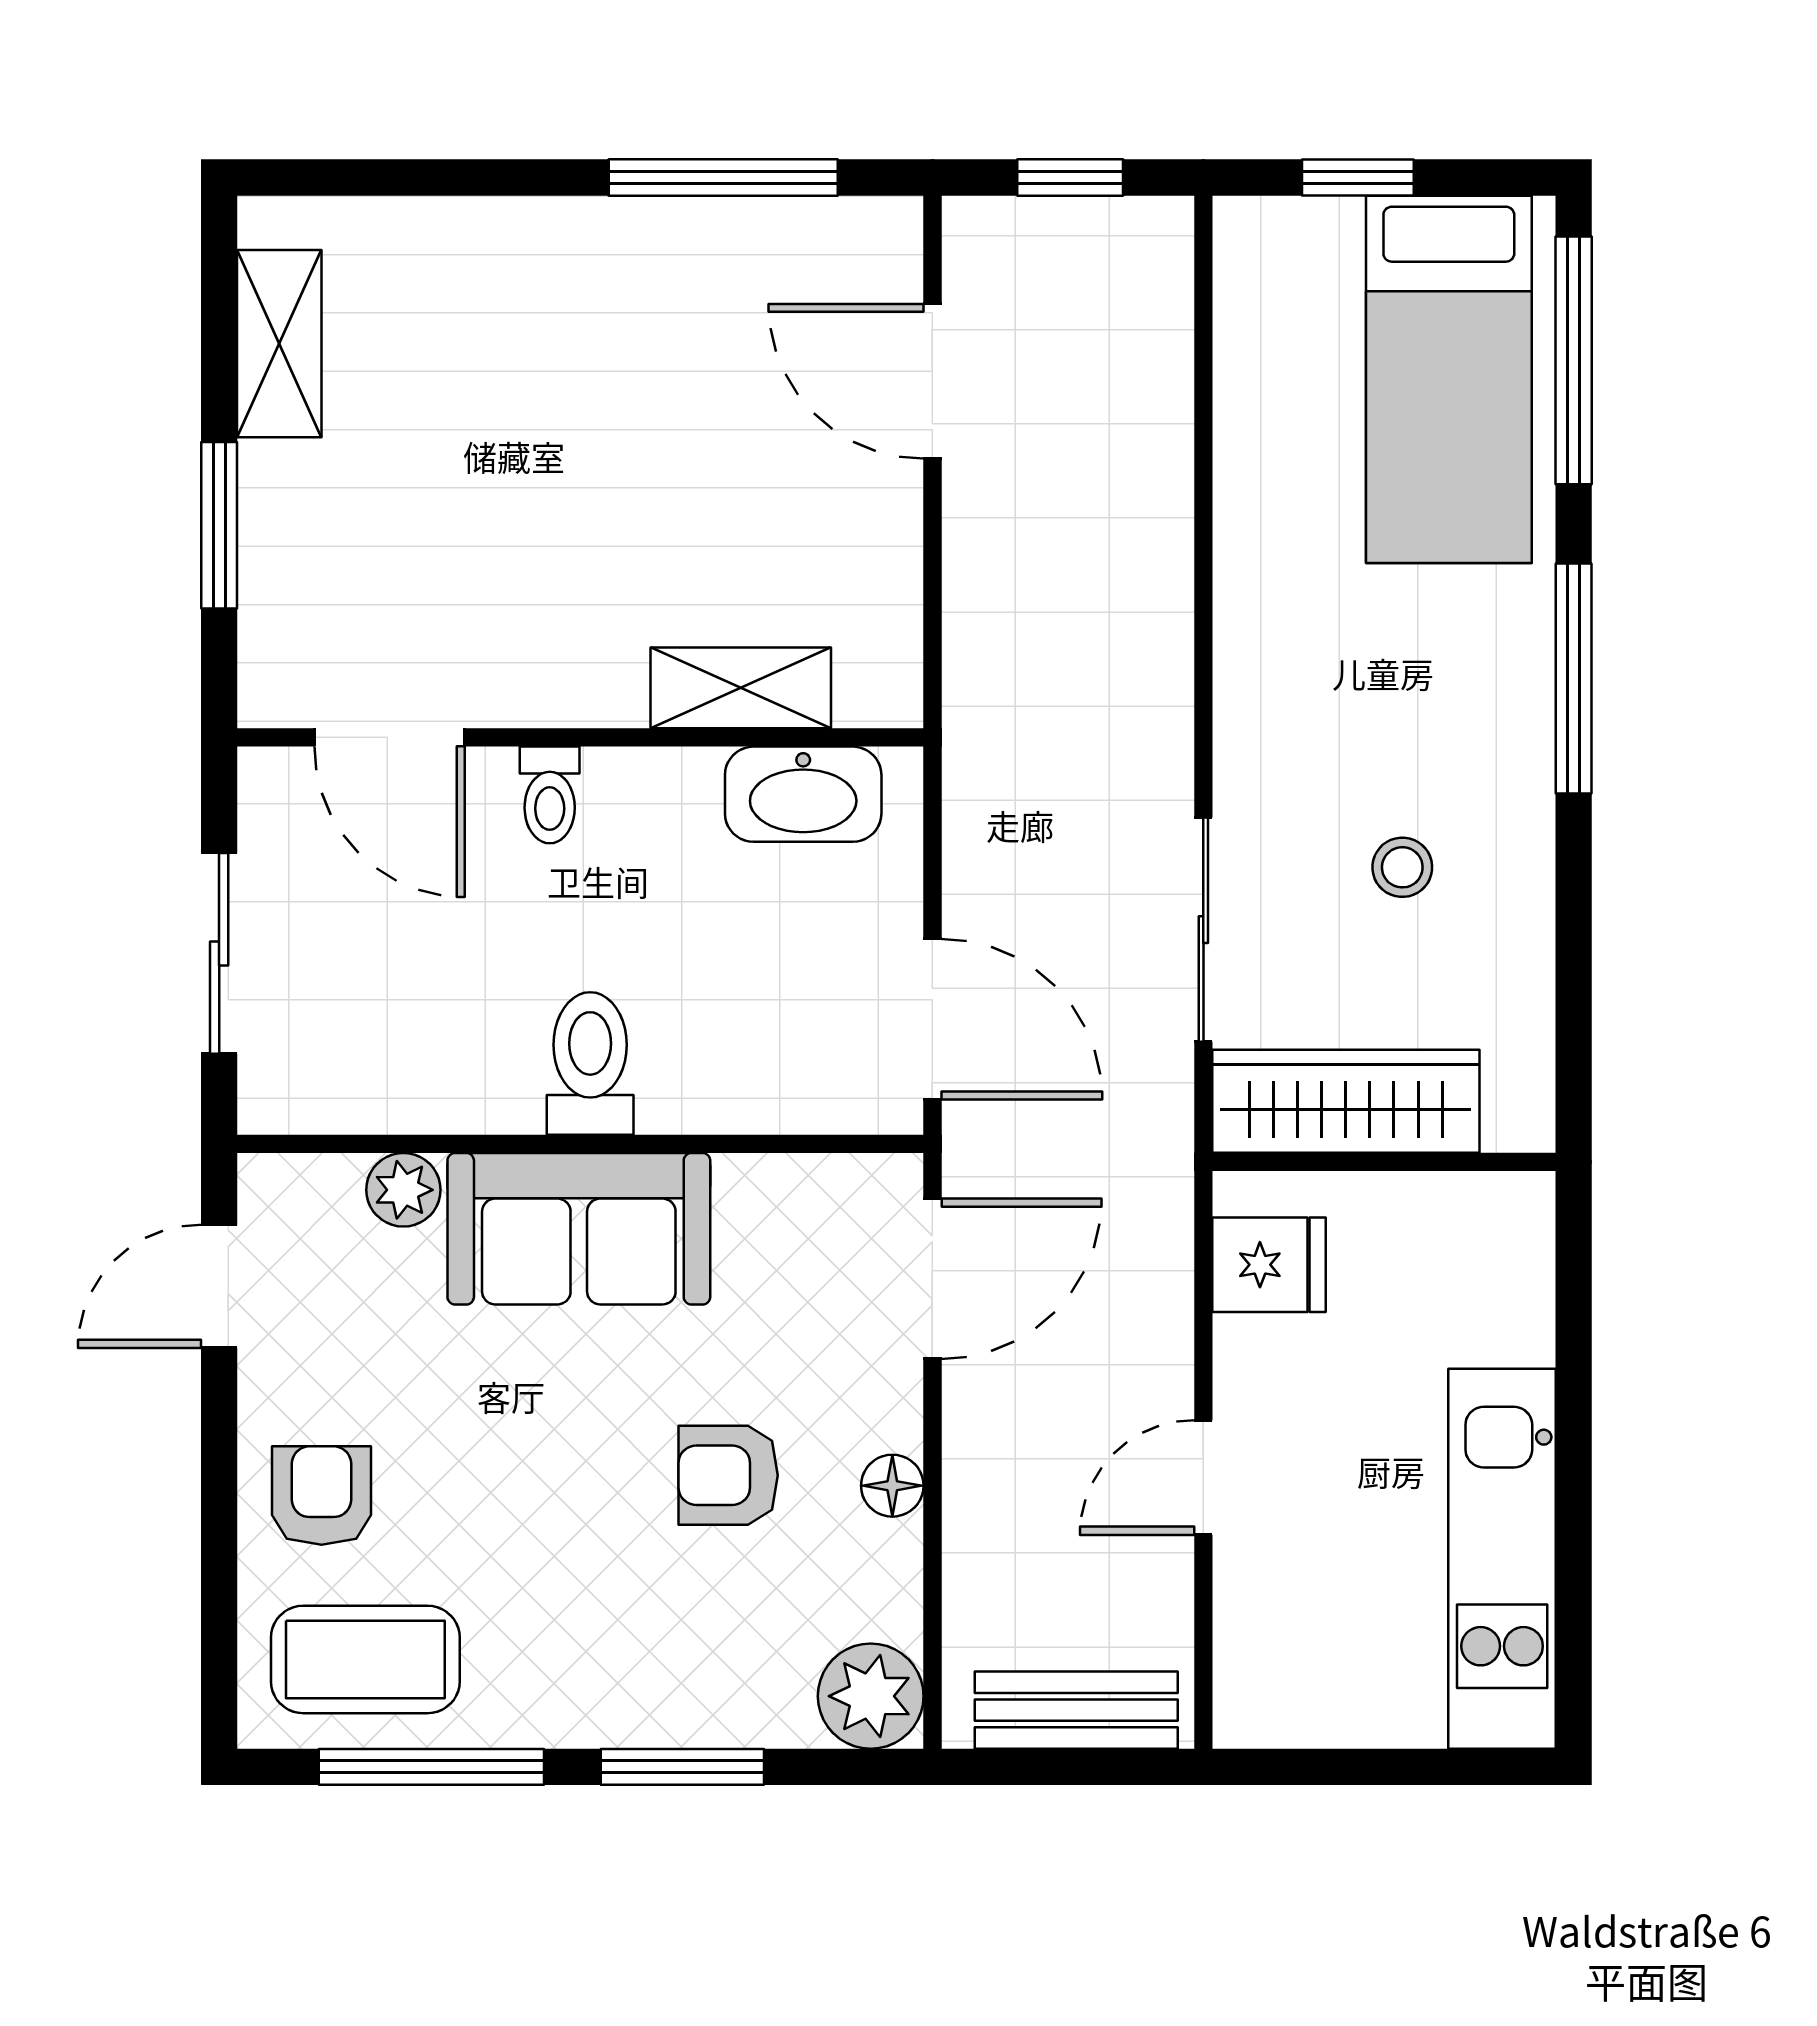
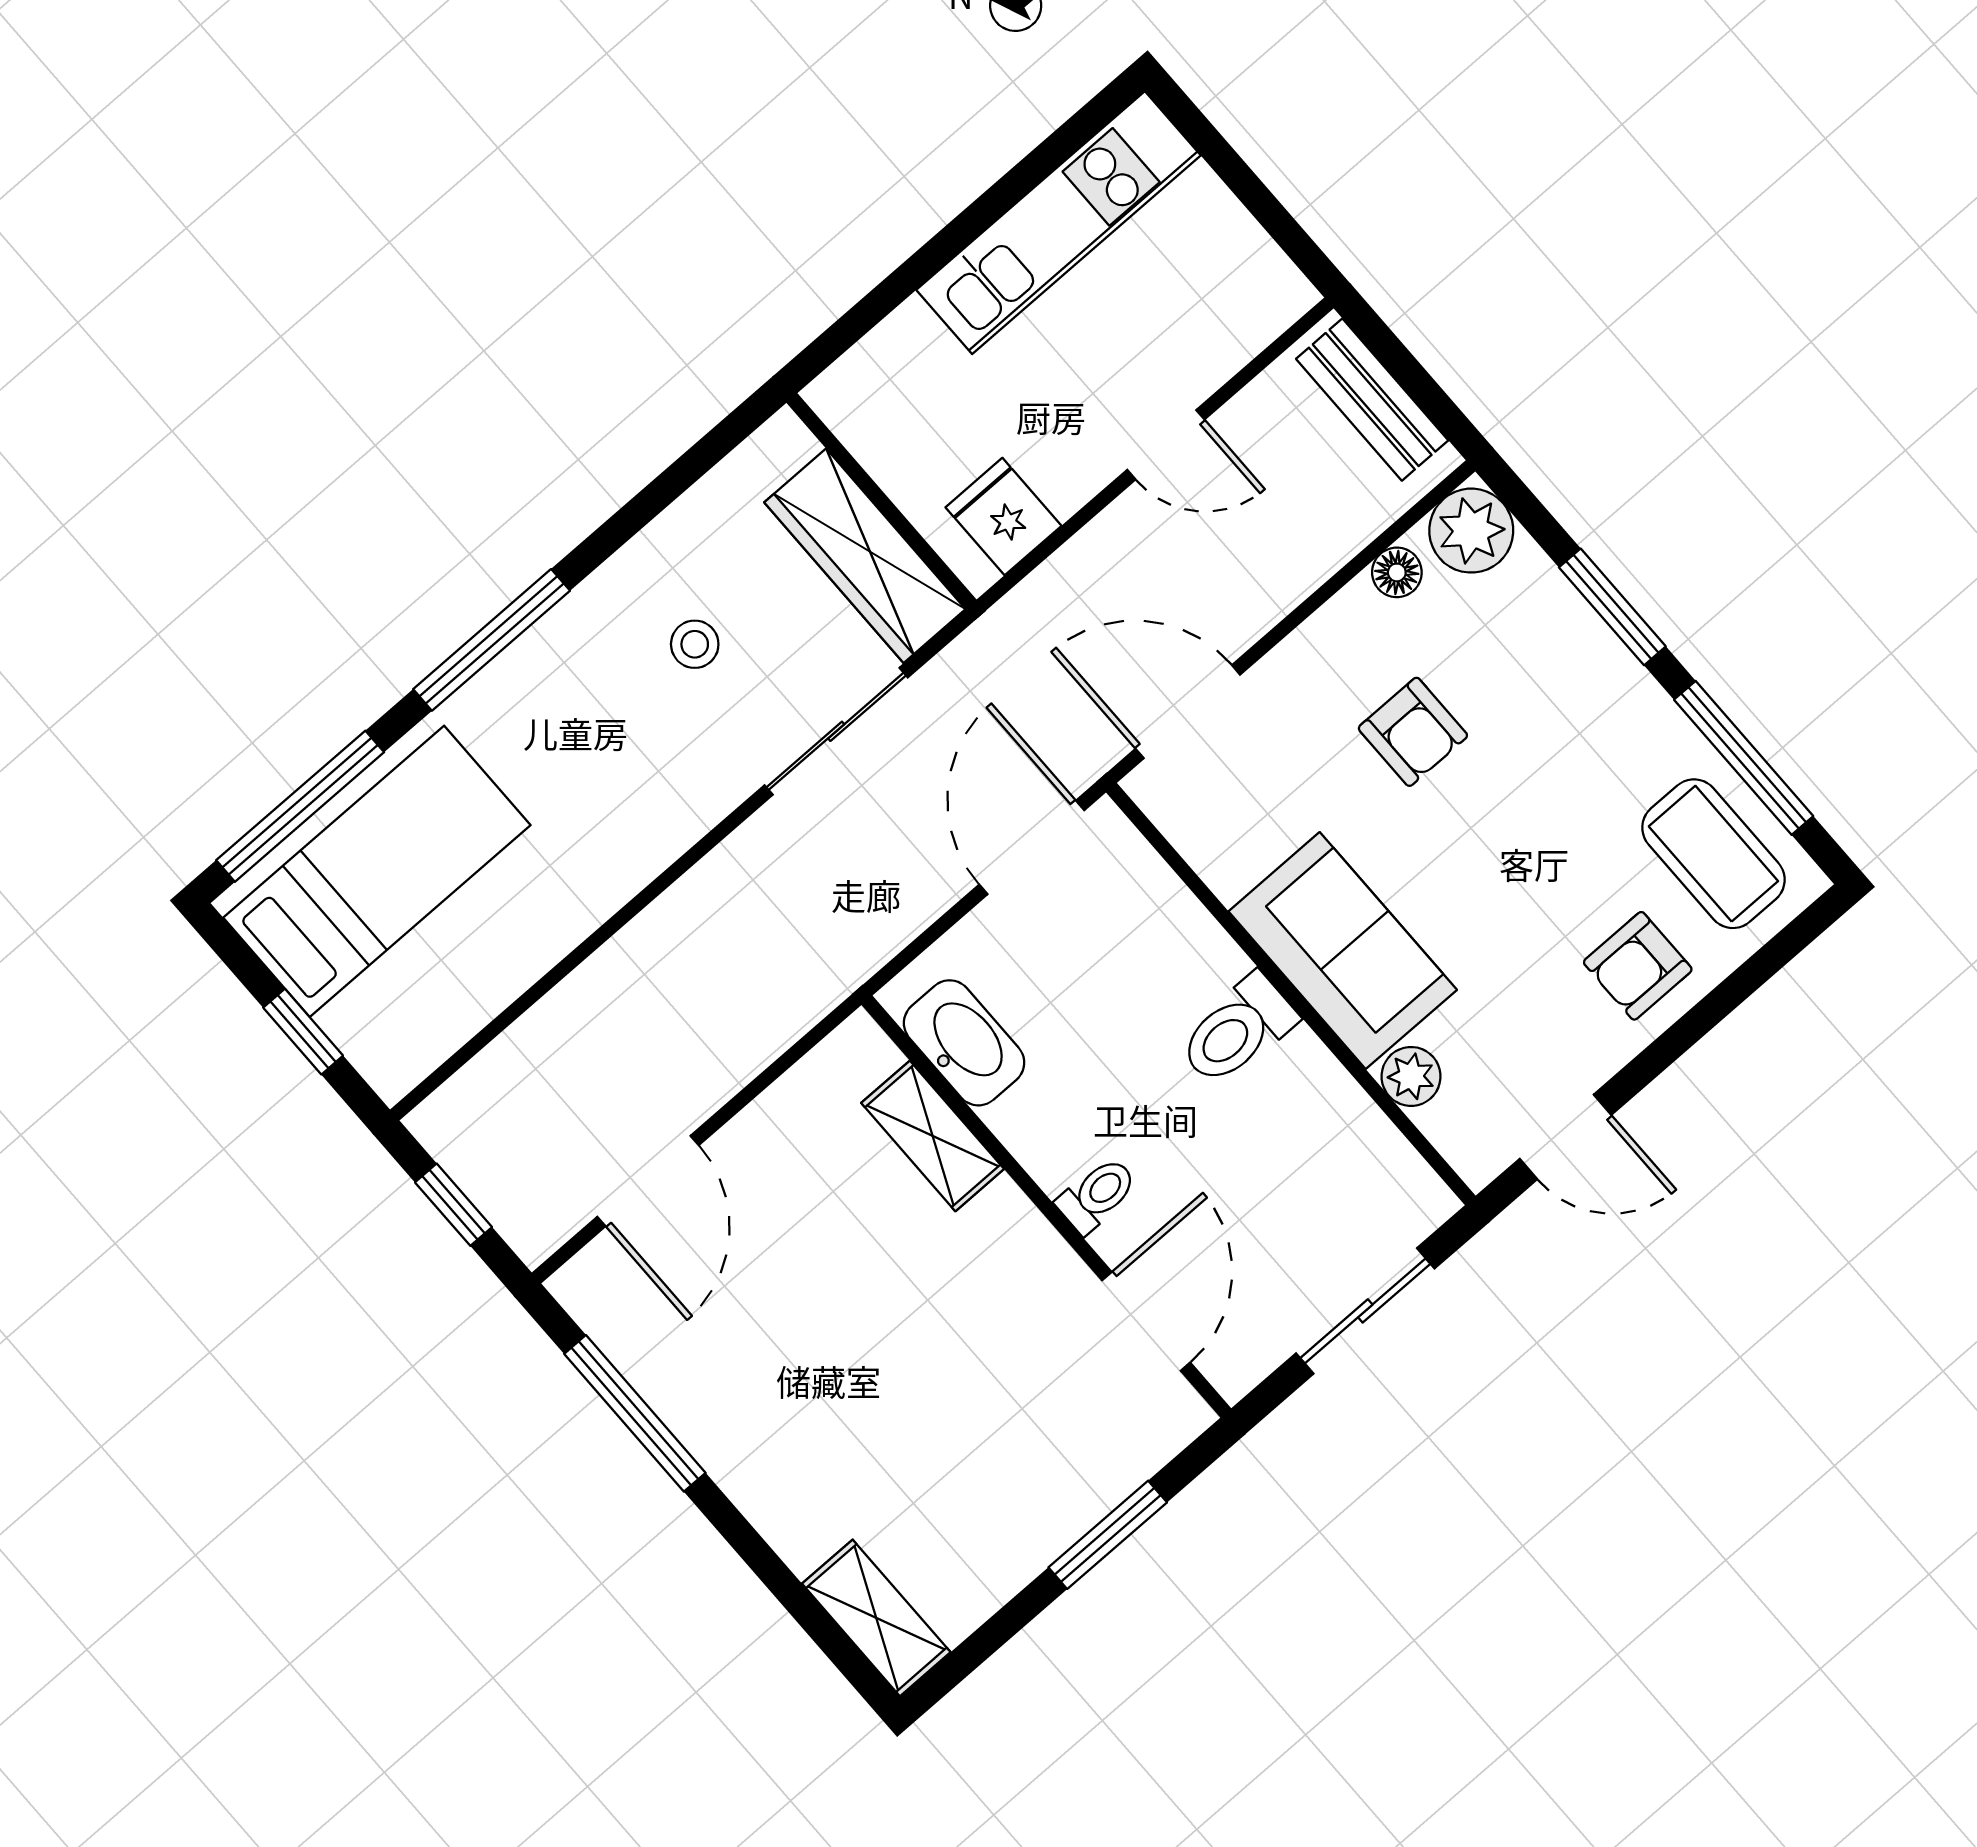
shelving: (279, 344) -> (876, 1618), moved, turned 90
floor lamp: (892, 1486) -> (1397, 572), moved

